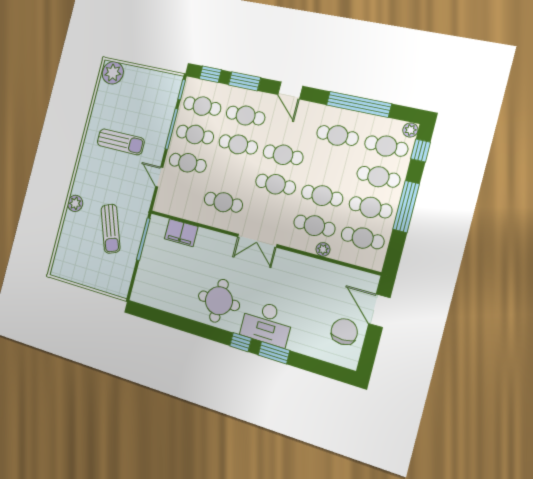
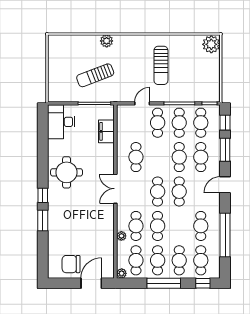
plant: (410, 130) -> (122, 273), moved
desk: (267, 323) -> (61, 122), moved
chair: (344, 332) -> (71, 264), turned 180

